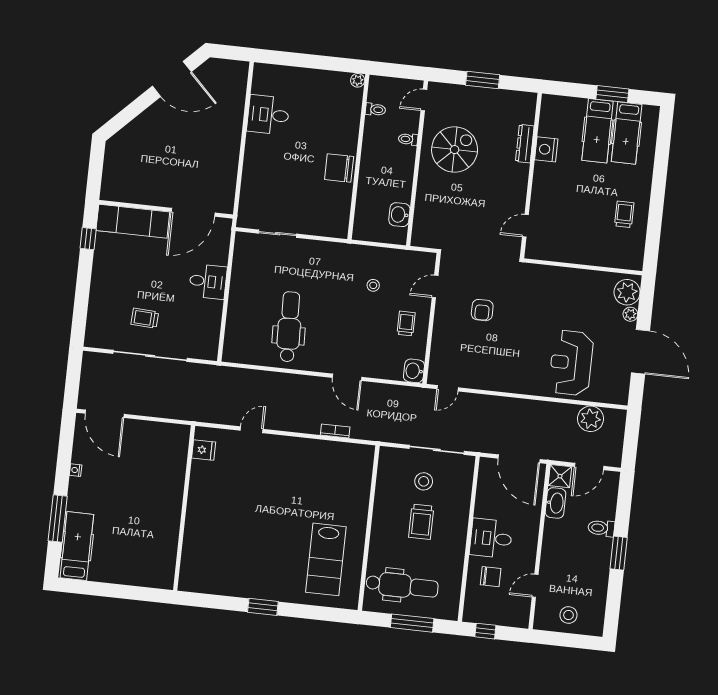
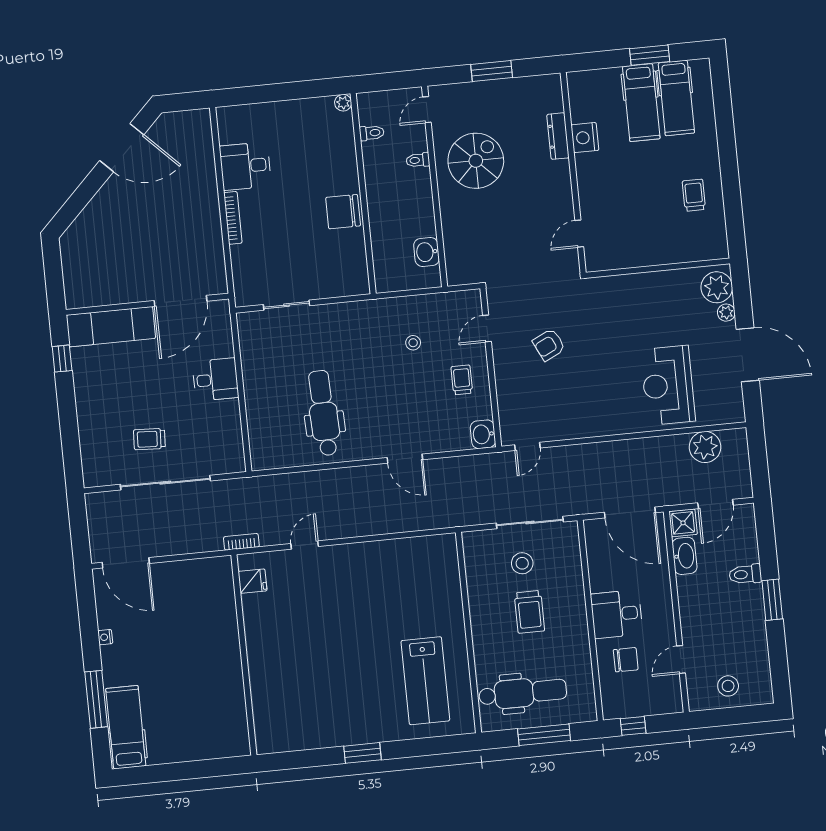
bookcase: (249, 154) -> (233, 218), added
armchair: (482, 310) -> (549, 345), turned 64
bookcase: (335, 431) -> (241, 542), moved

